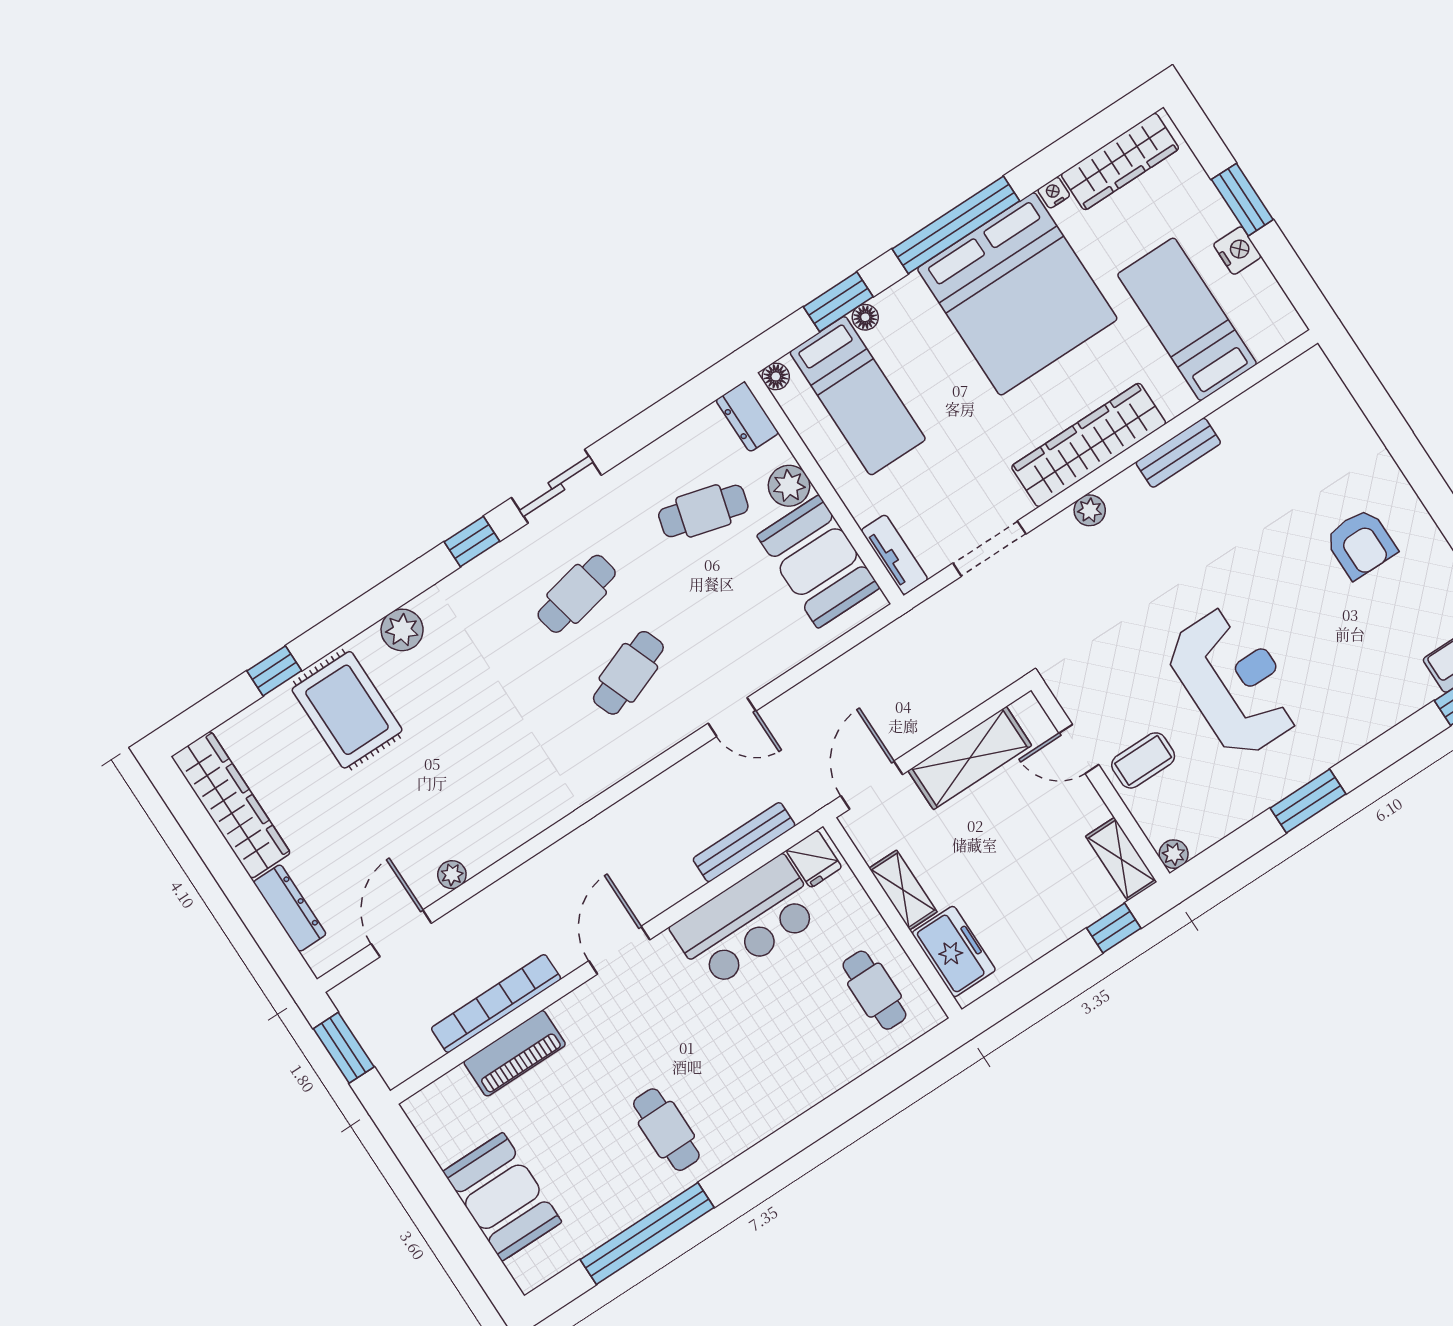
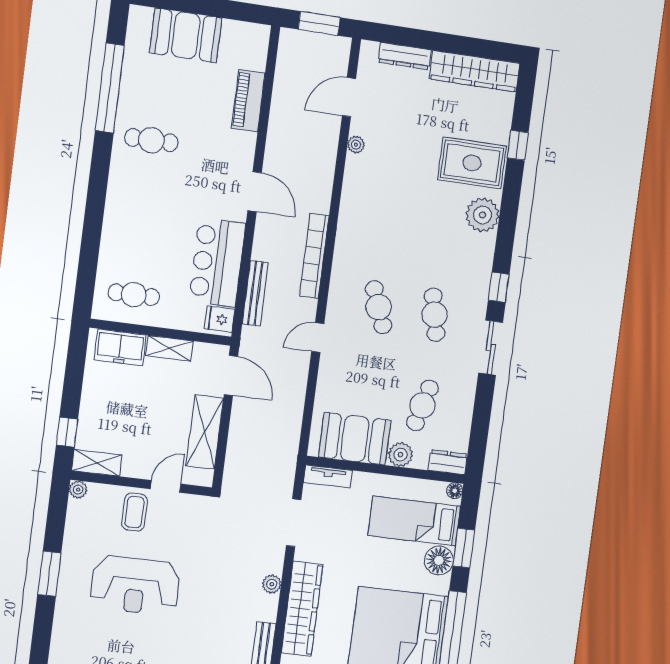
floor lamp: (865, 317) -> (439, 560), width x1.89, depth x1.89
plant: (402, 630) -> (483, 215), width x1.36, depth x1.36
door: (401, 933) -> (349, 97), swing flipped
bookcase: (496, 1004) -> (314, 256), moved, turned 180

